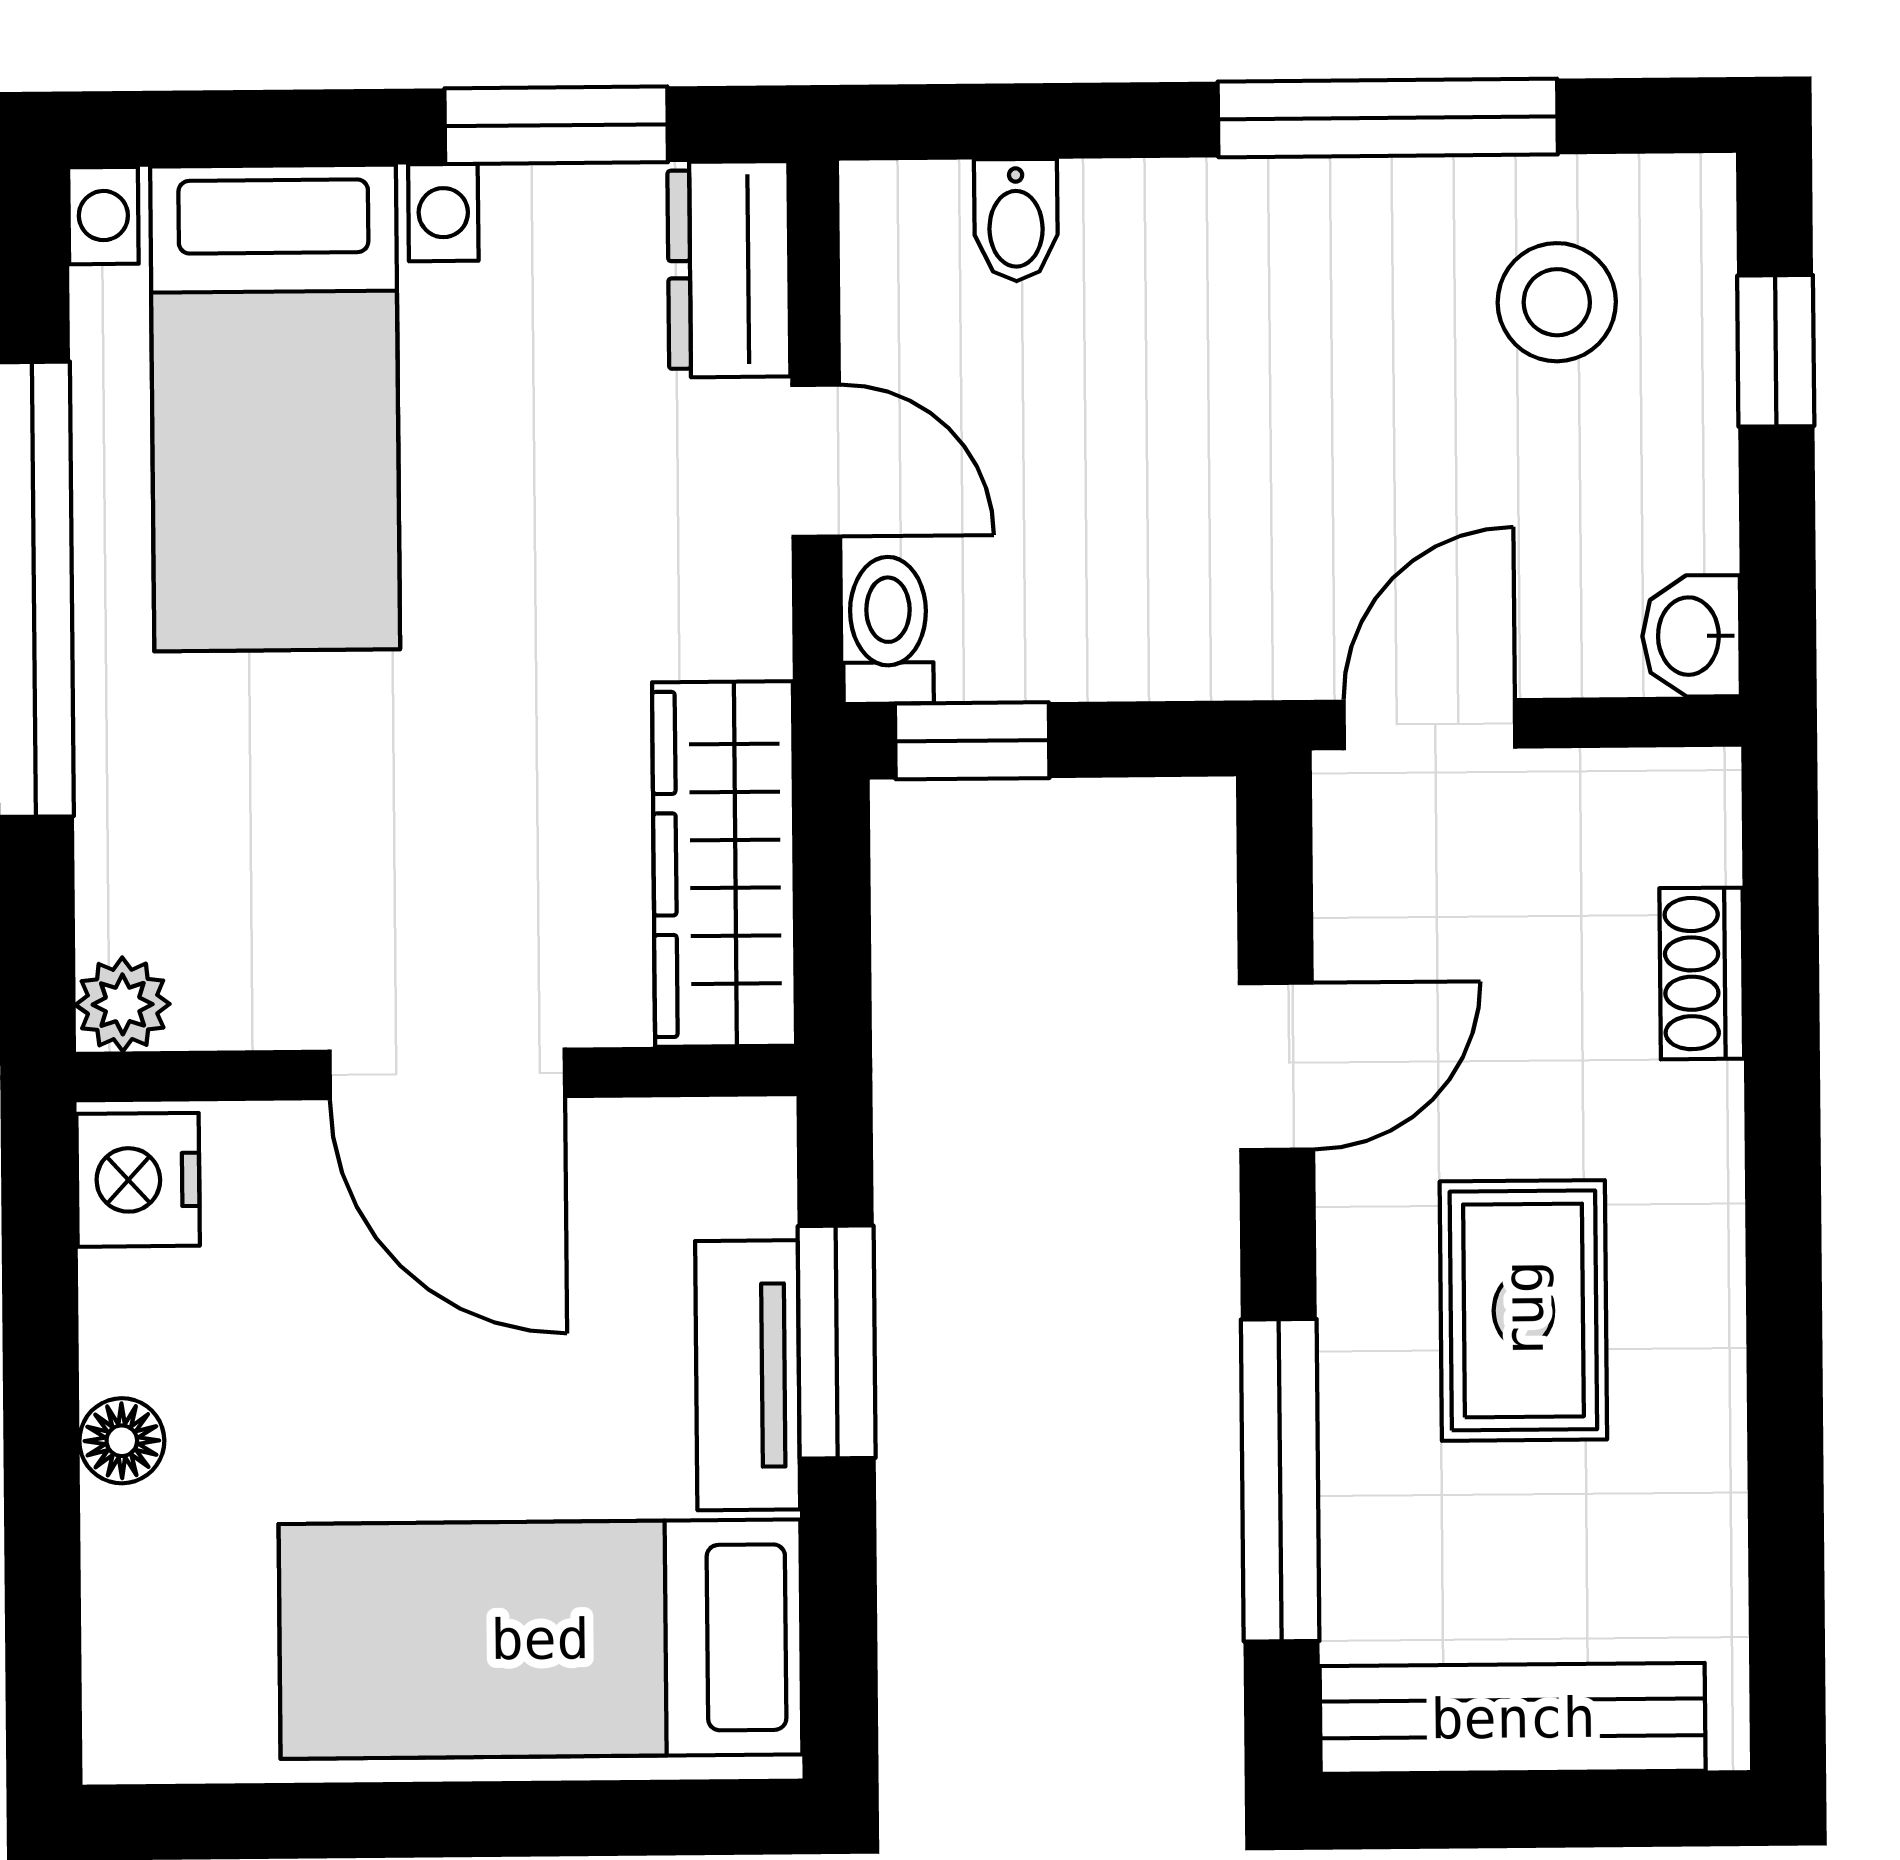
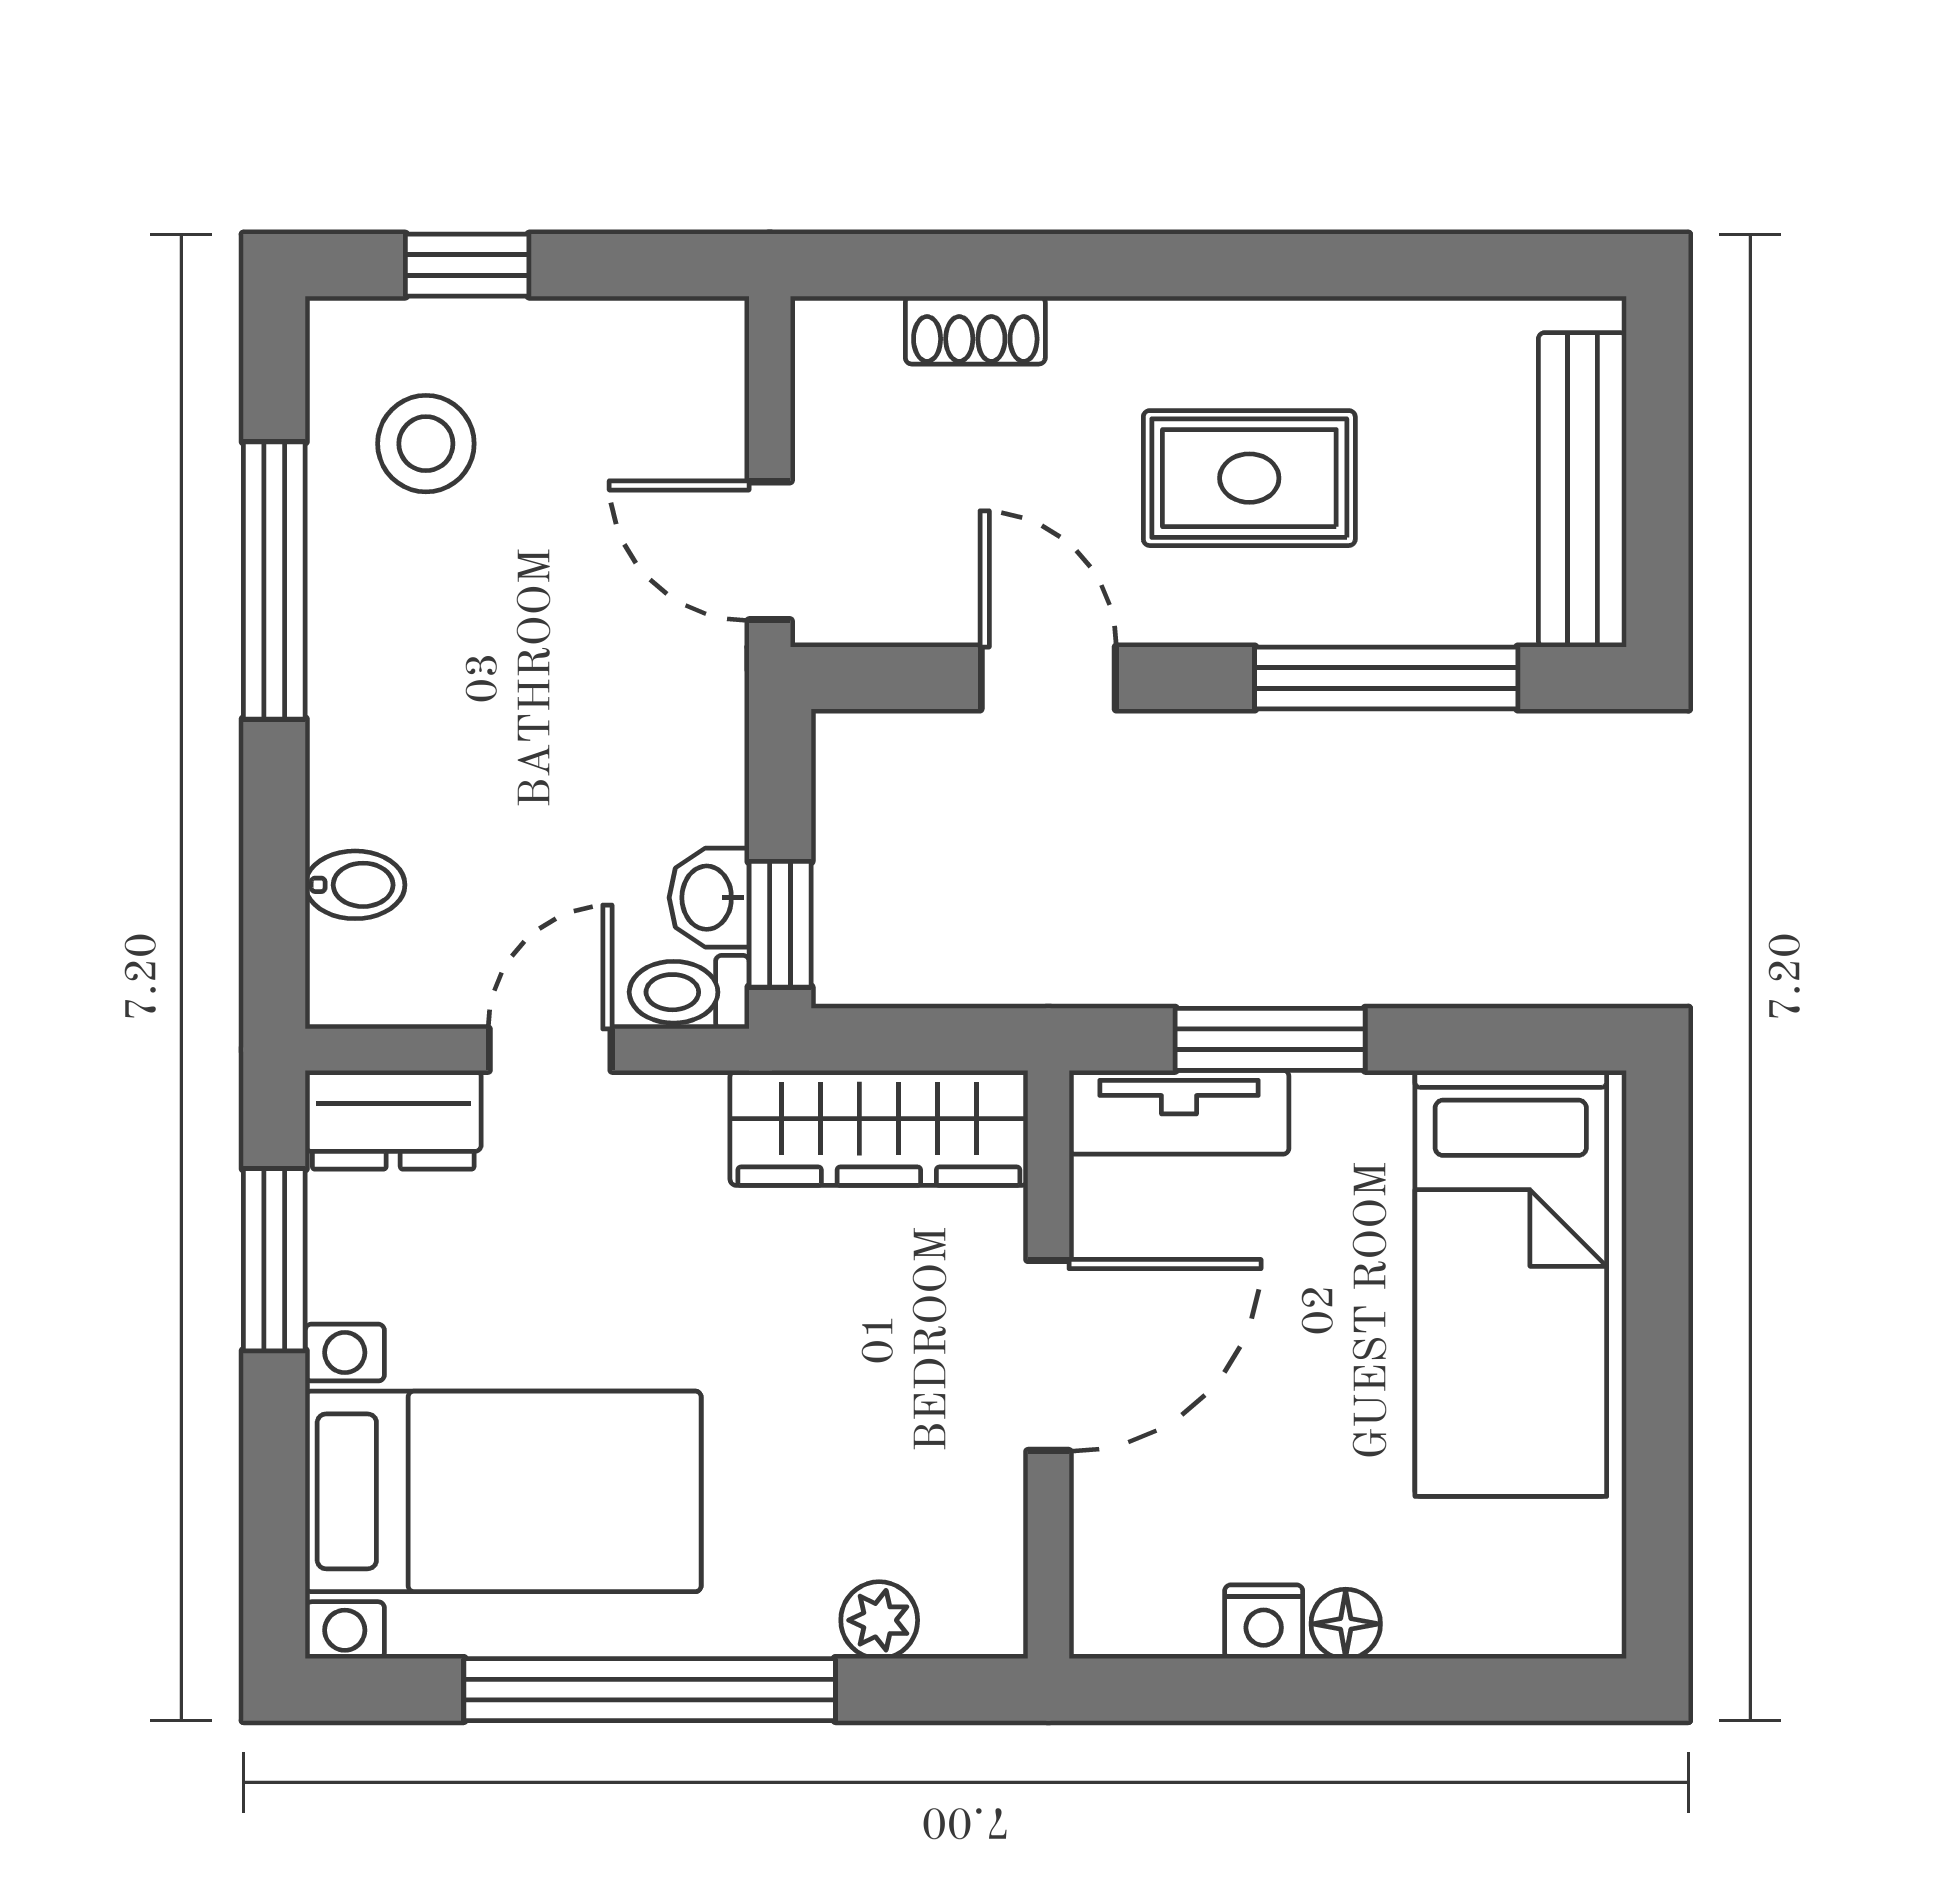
washbasin: (1691, 636) -> (709, 898), moved, turned 90
plant: (123, 1004) -> (879, 1620), moved
nightstand: (138, 1180) -> (1264, 1622), moved, width x0.72, depth x0.74
tv unit: (748, 1375) -> (1179, 1112), moved

